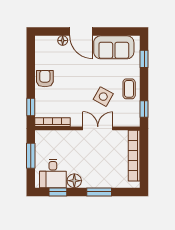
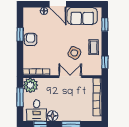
window: (31, 107) -> (20, 34), moved
plant: (45, 140) -> (30, 85), added

